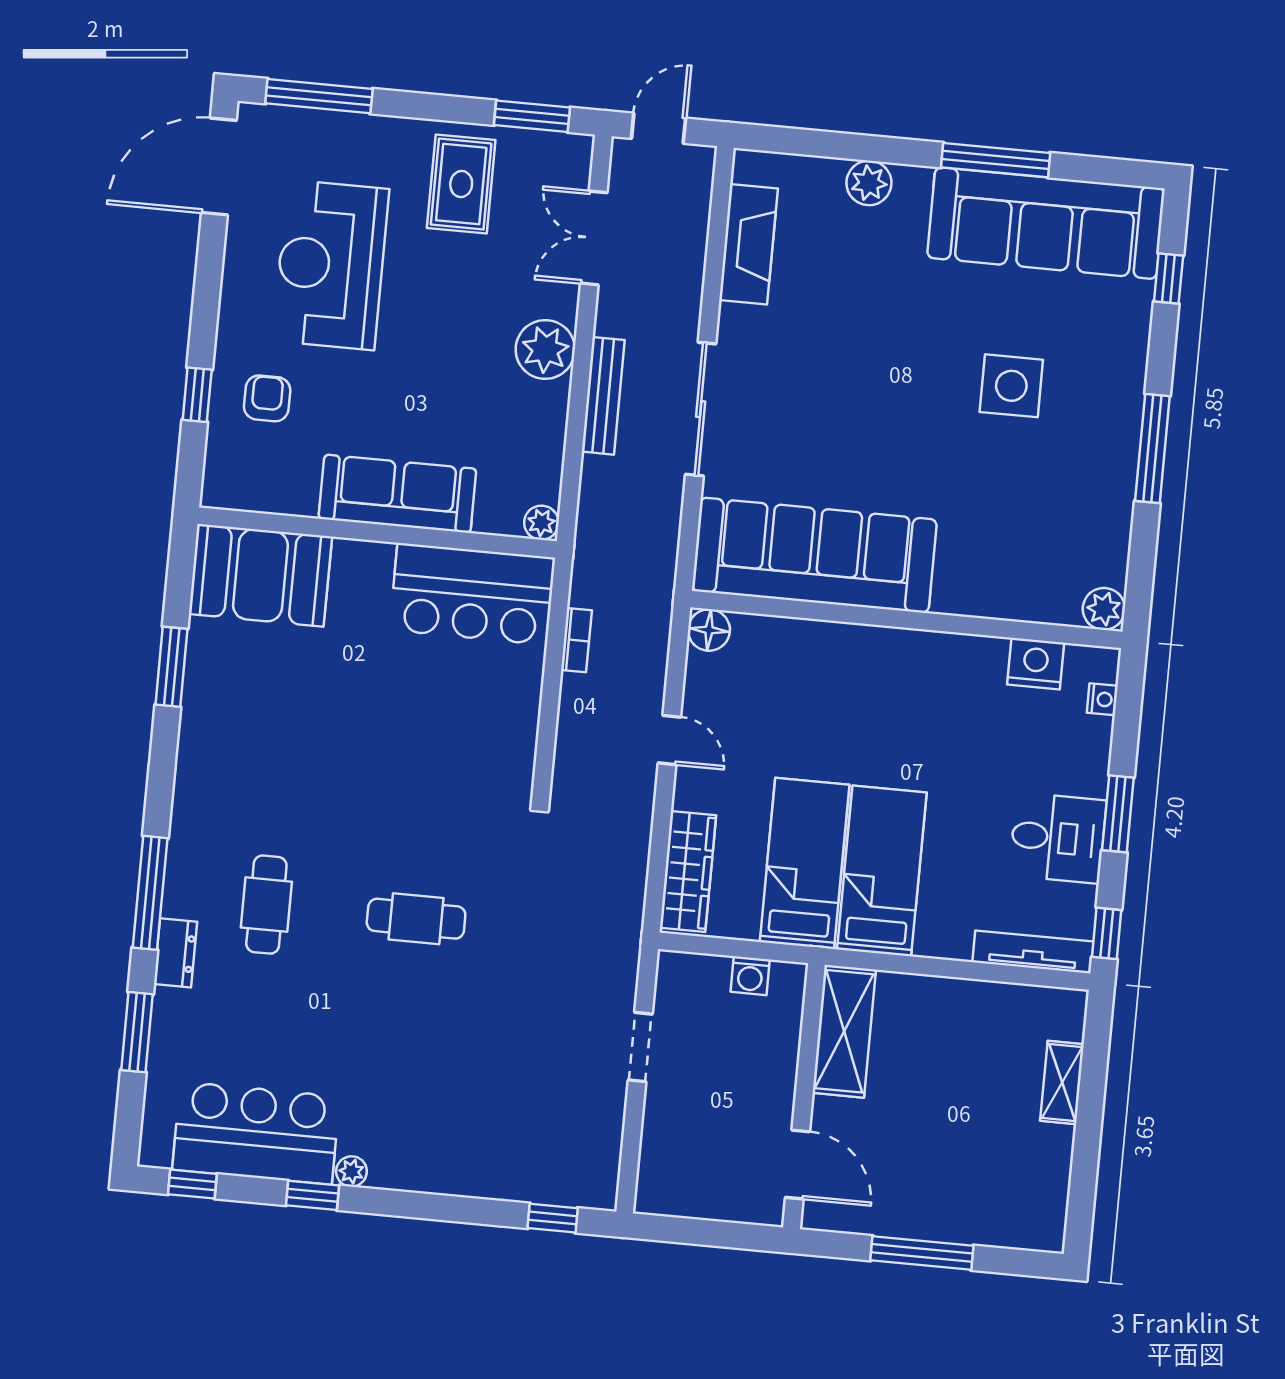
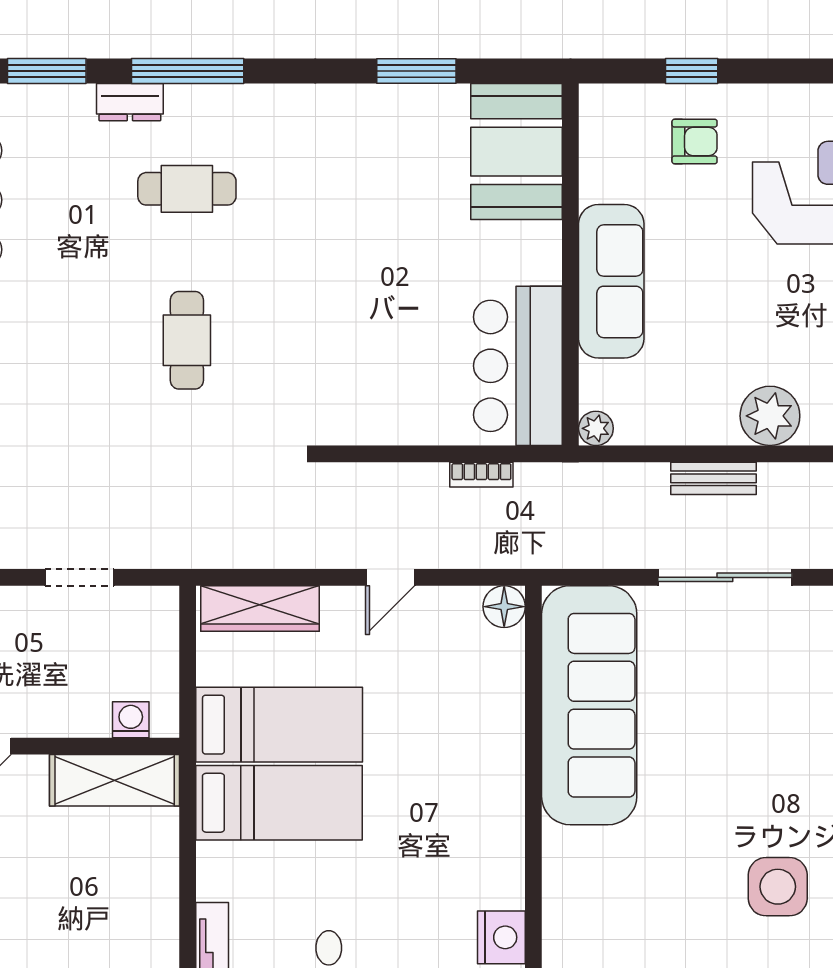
bench: (603, 396) -> (713, 478), width x0.73
washing machine: (750, 976) -> (131, 720), moved, turned 90

